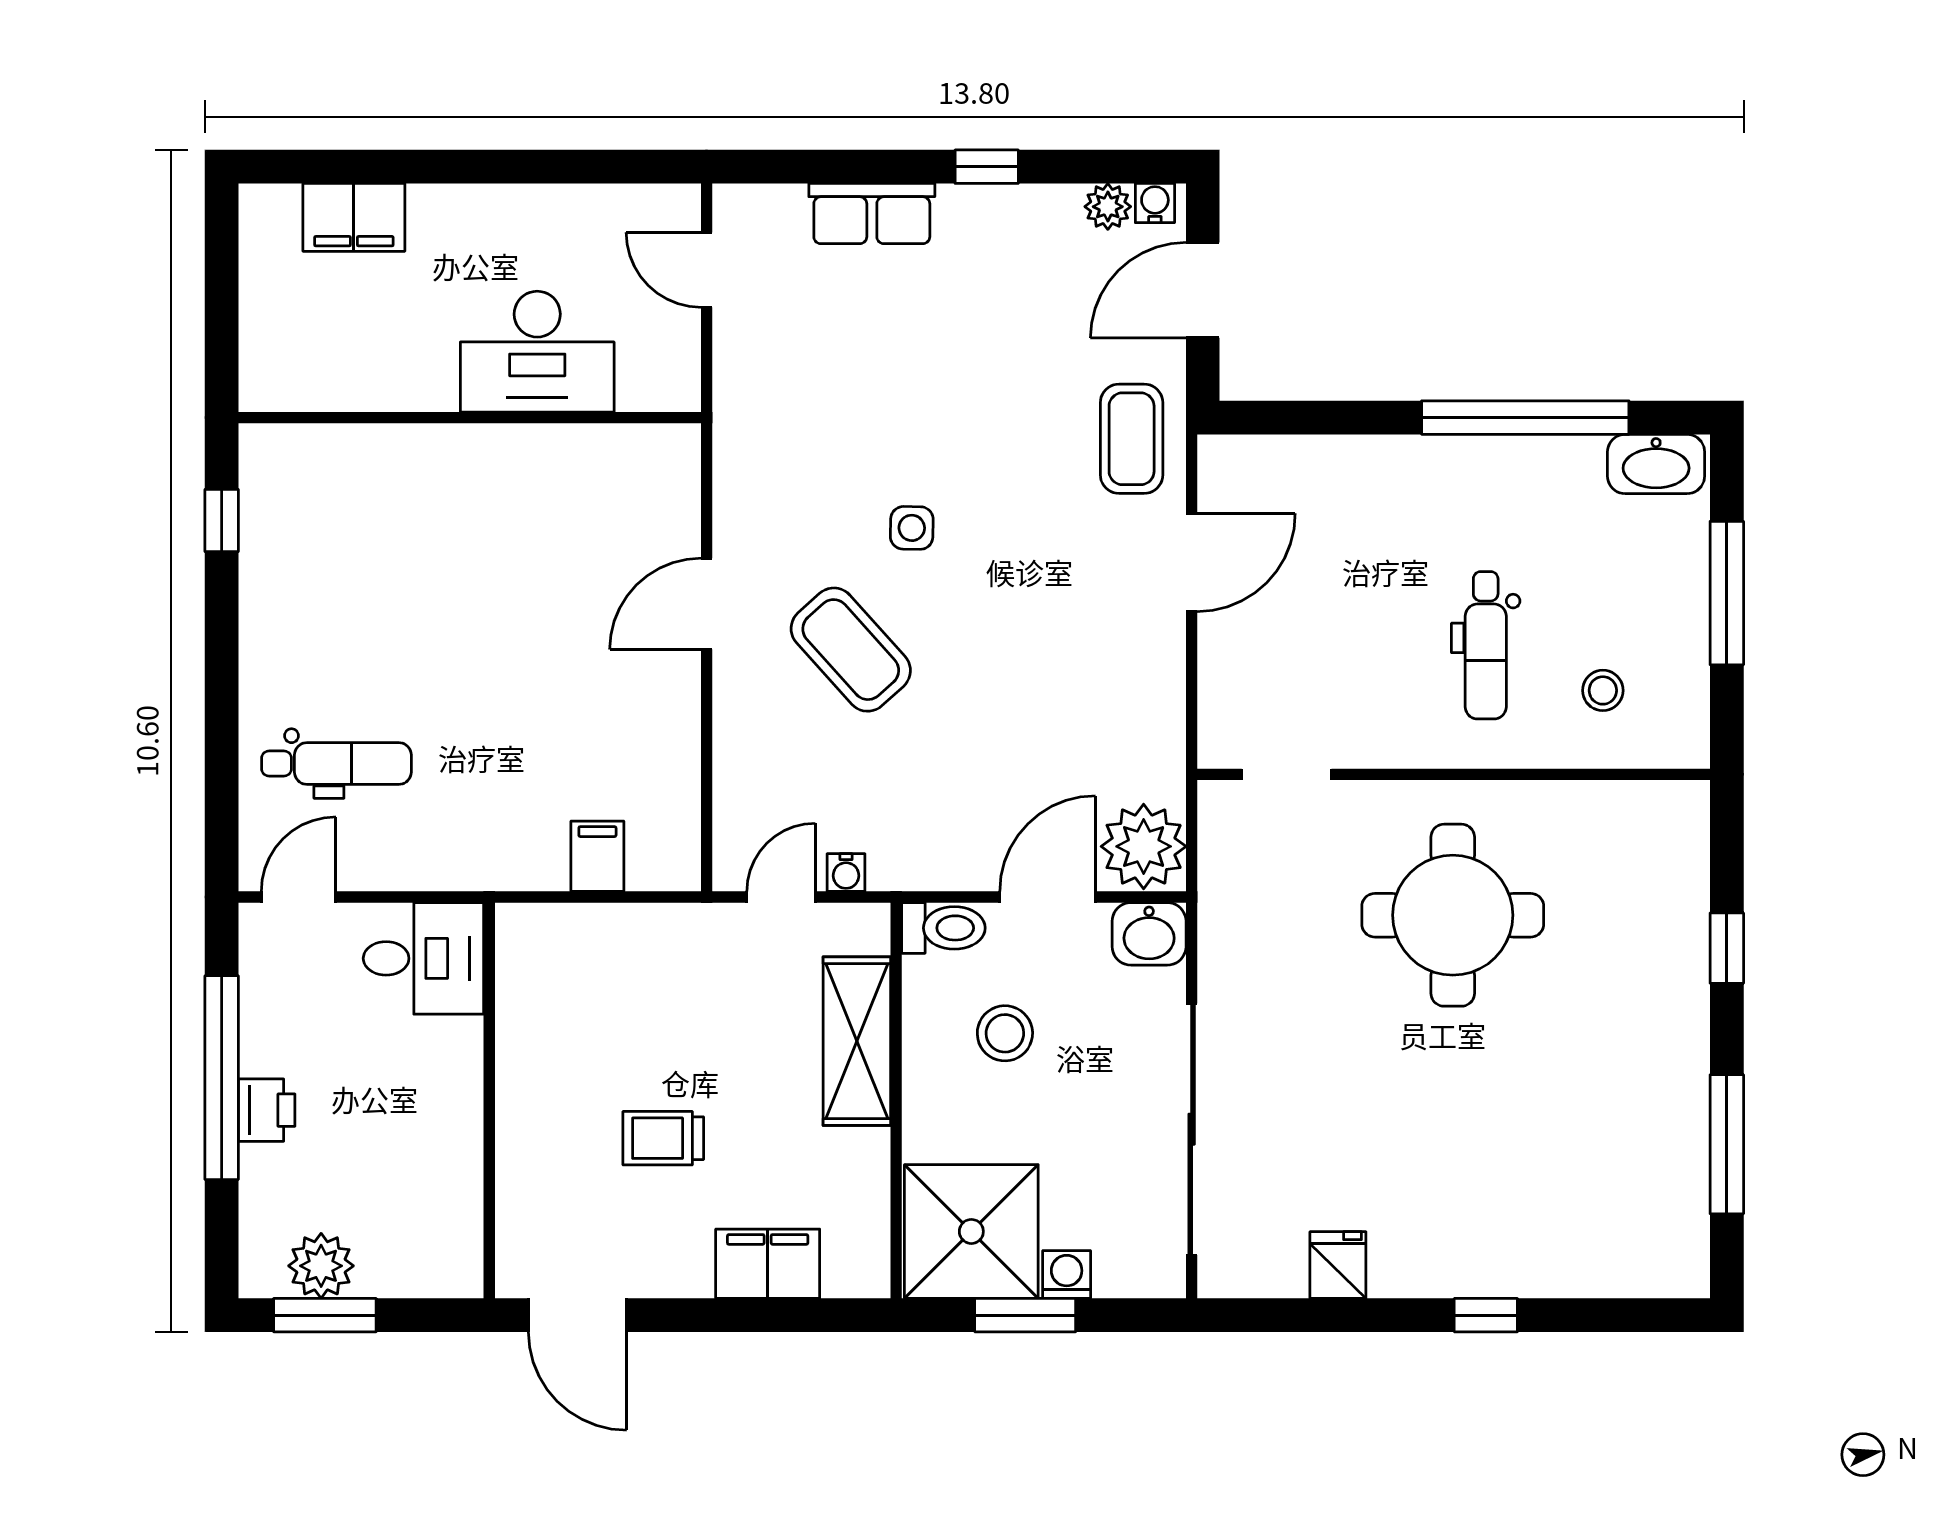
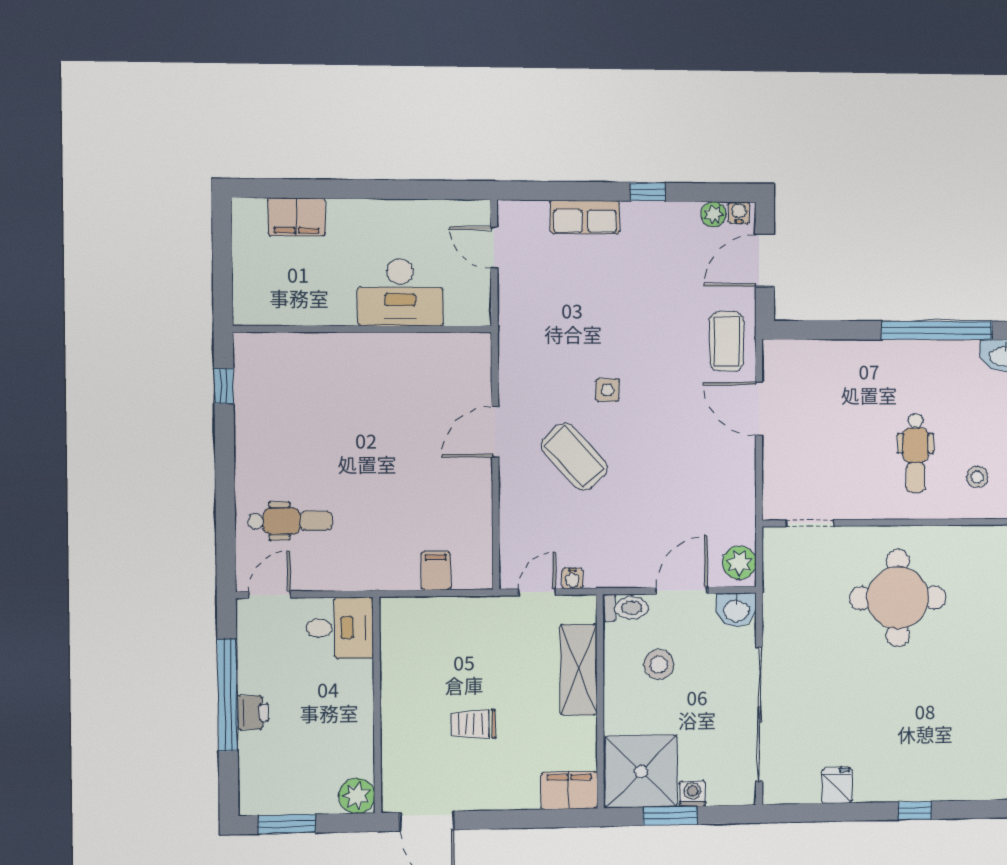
door: (1192, 563) -> (759, 409), swing flipped
plant: (1144, 846) -> (739, 563), width x0.73, depth x0.73
filing cabinet: (768, 1264) -> (569, 790), moved
plant: (321, 1266) -> (357, 796), moved

